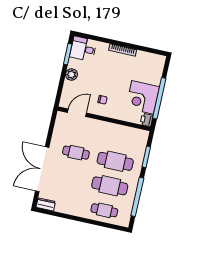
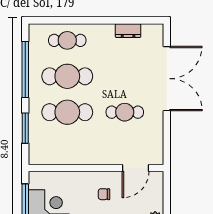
printer: (147, 120) -> (36, 180), removed
dresser: (46, 204) -> (128, 31), moved

